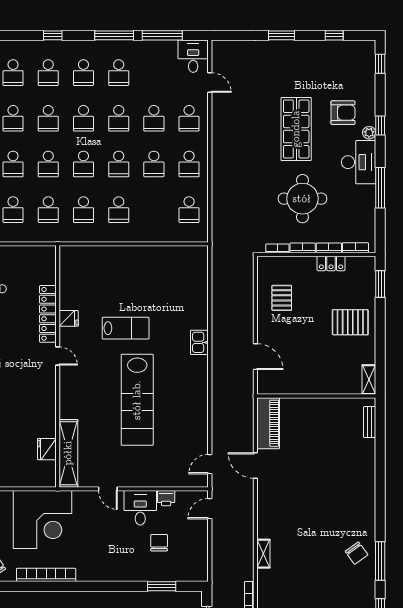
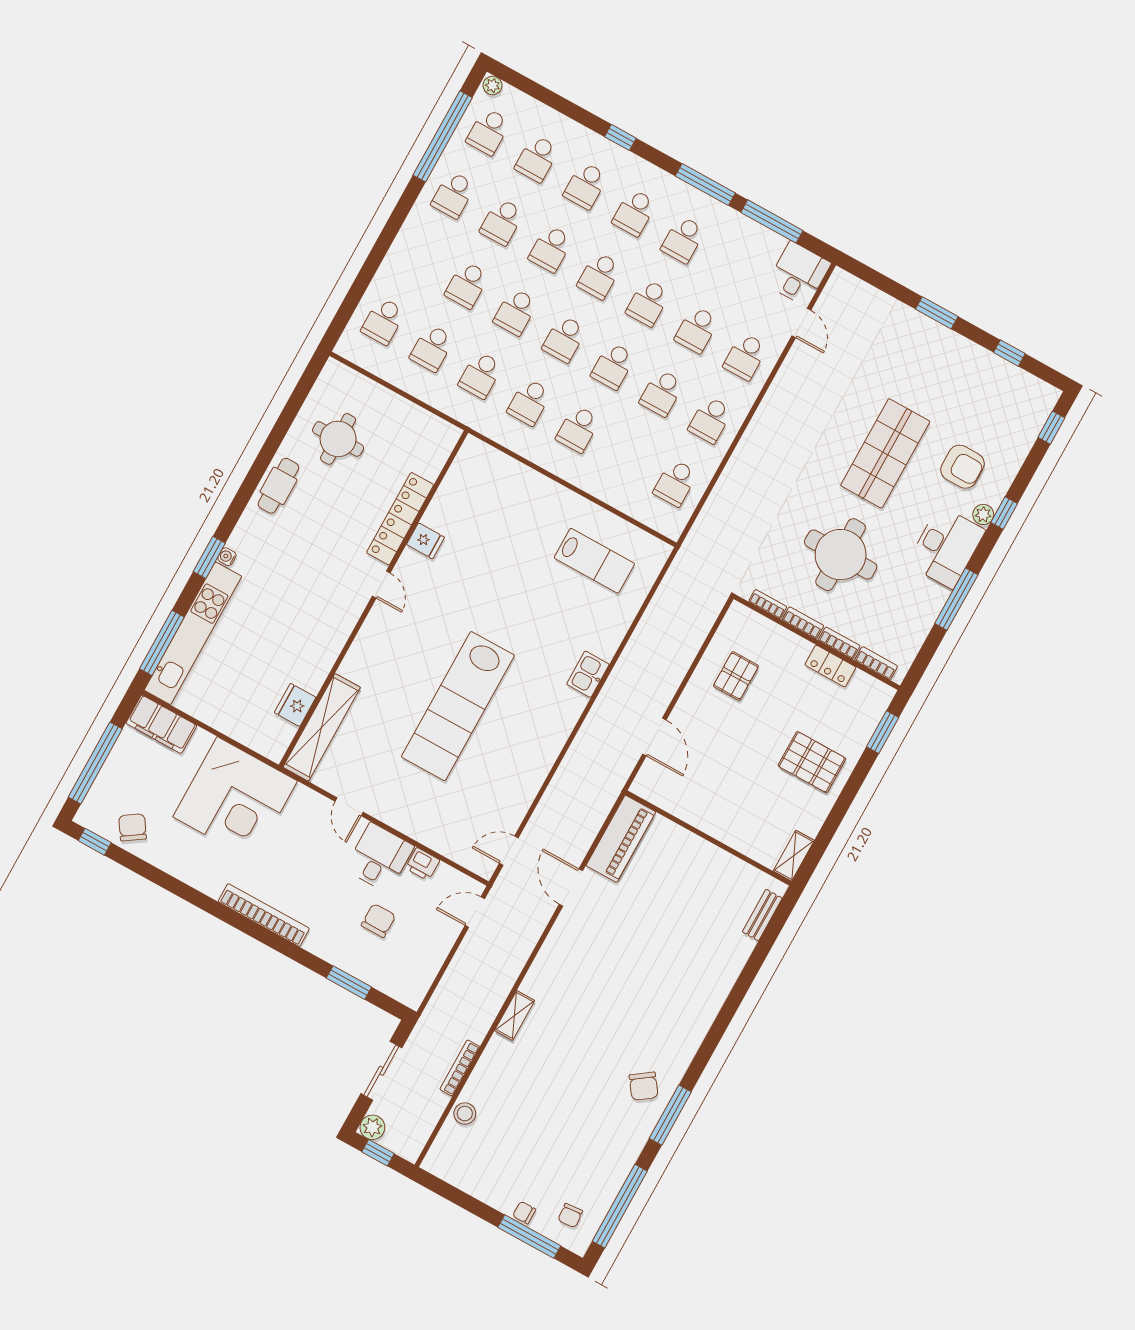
lab bench: (126, 328) -> (594, 561), moved
bookcase: (46, 575) -> (264, 915), moved

